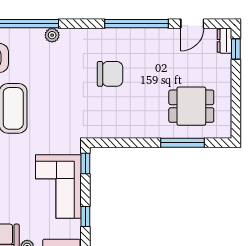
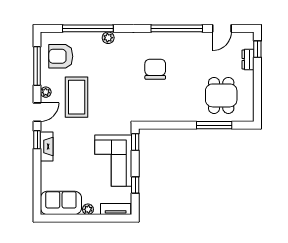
dresser: (224, 41) -> (248, 60), moved
chair: (110, 74) -> (155, 69), turned -90
dining table: (191, 106) -> (221, 95), turned 90

